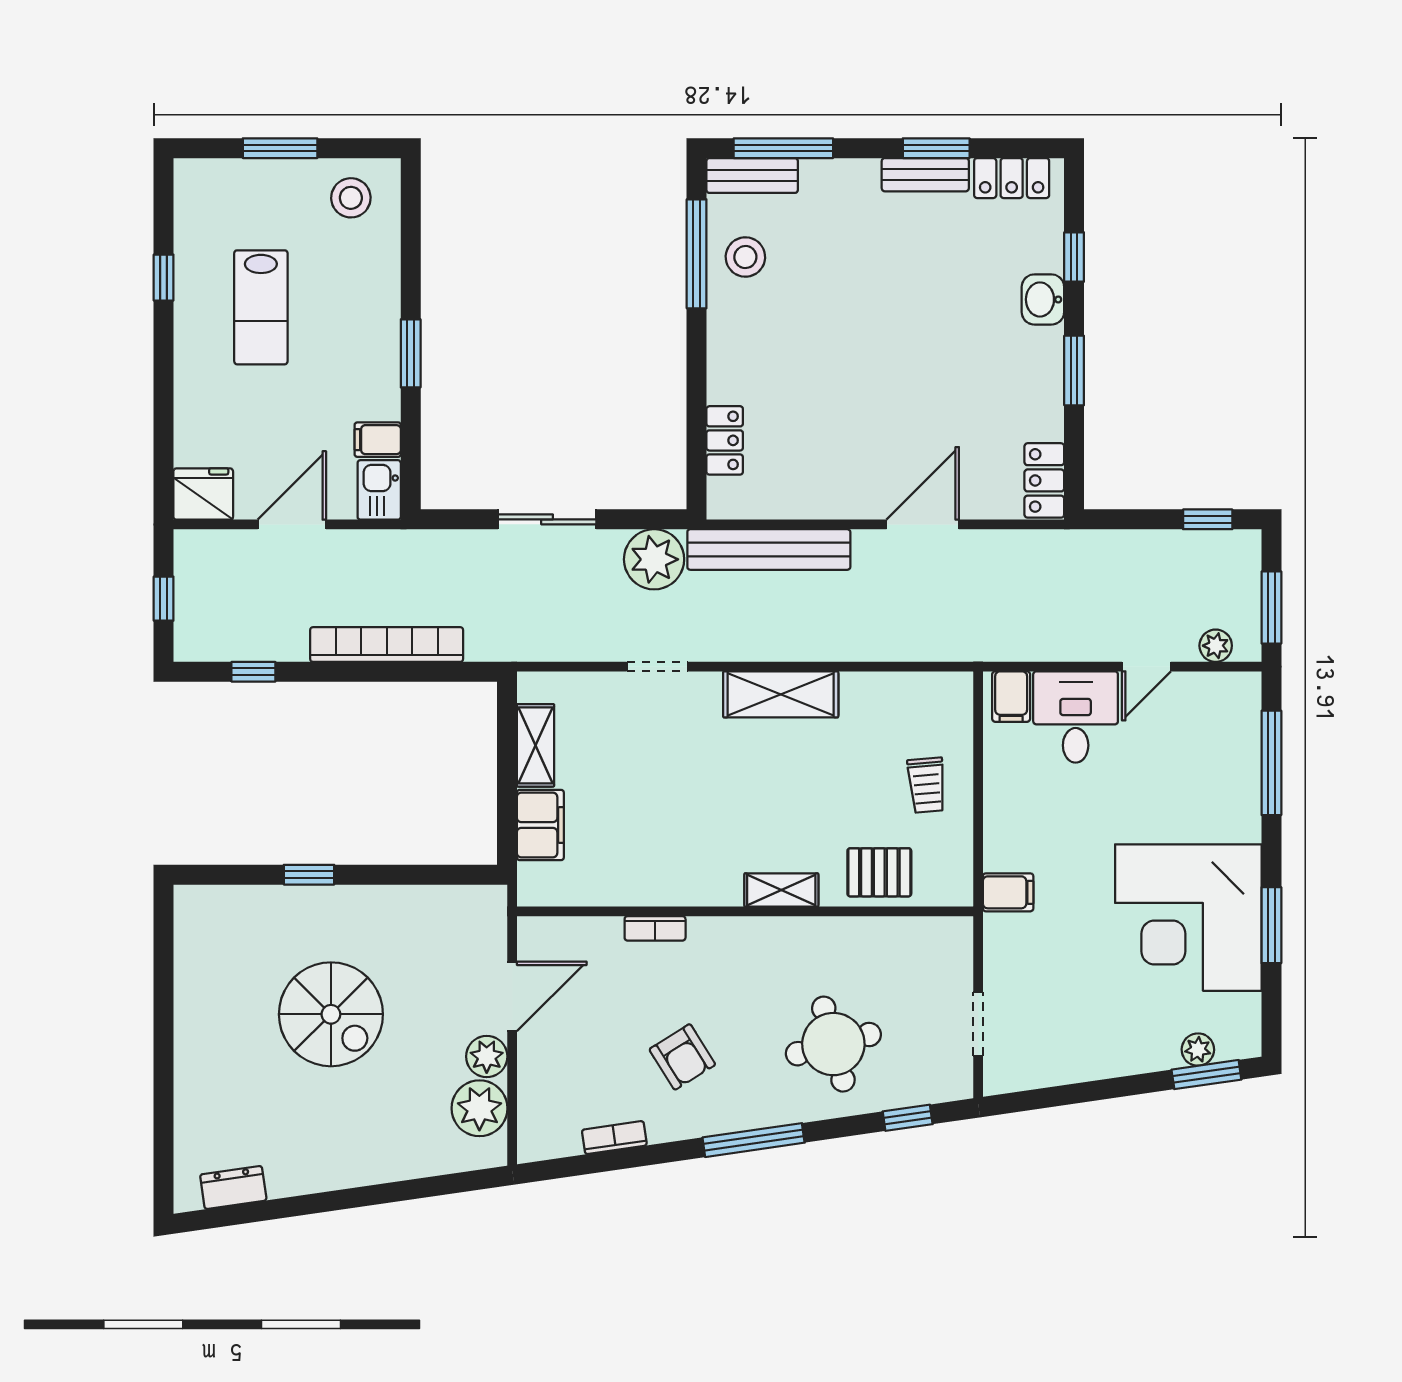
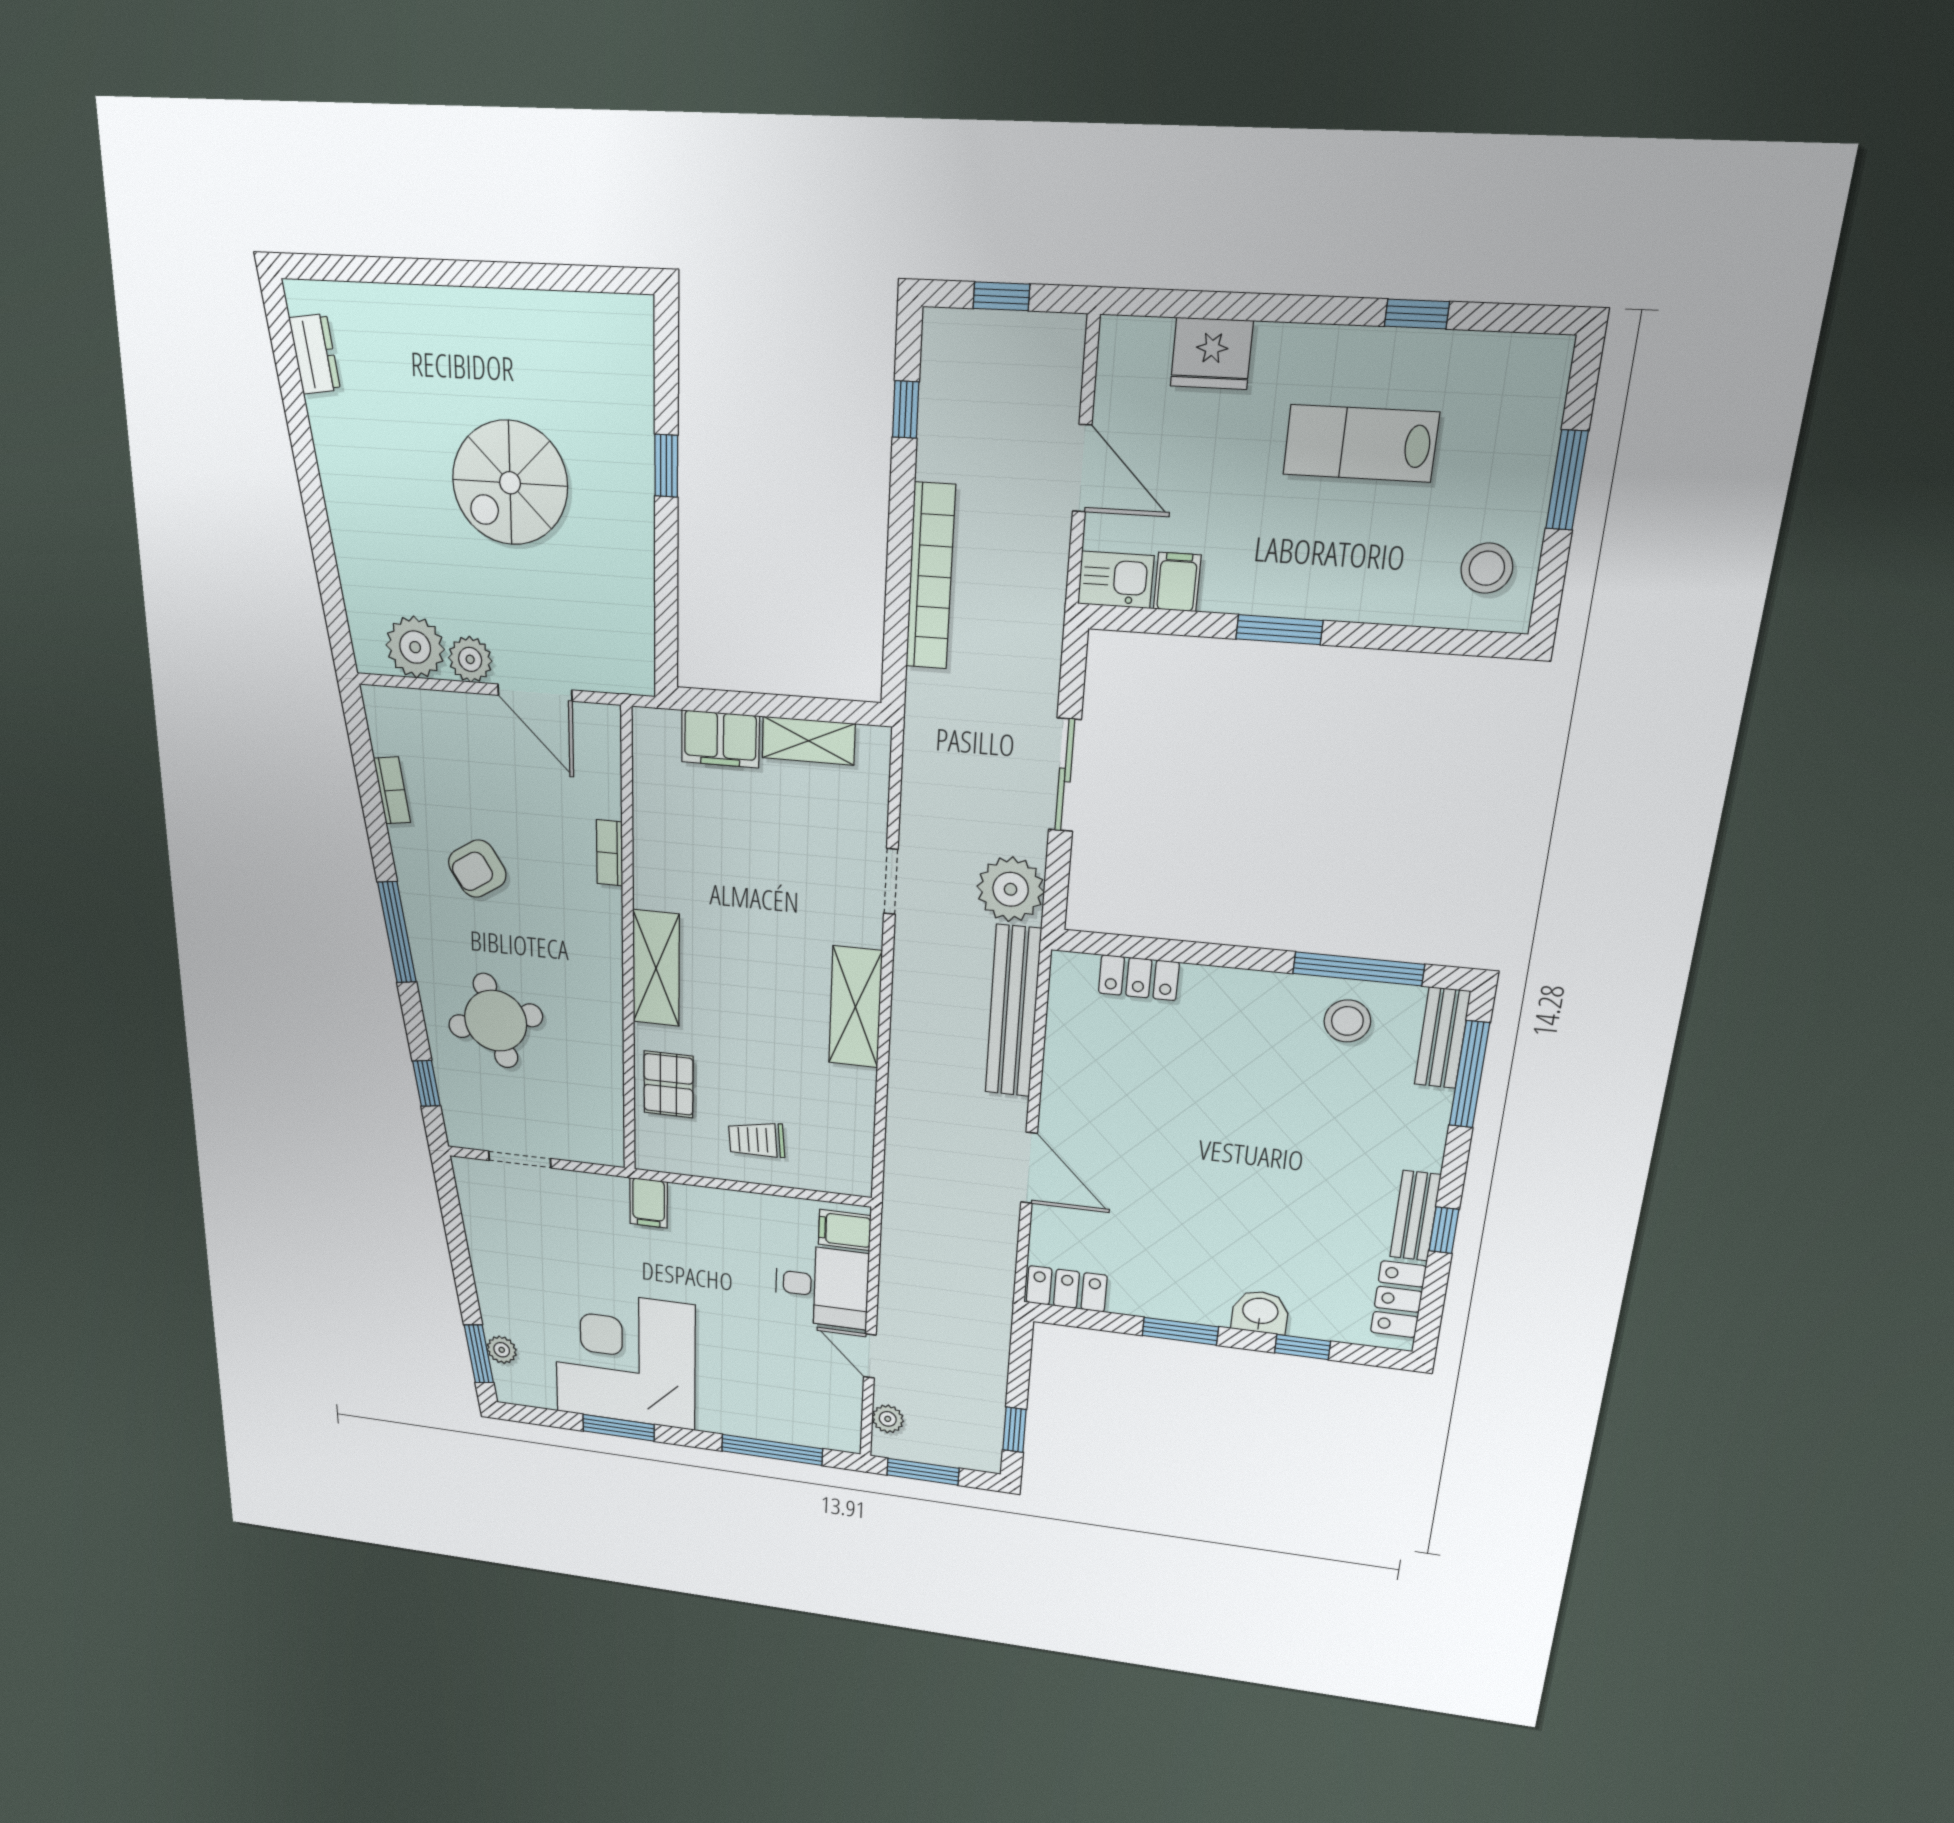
window: (936, 148) -> (1444, 1230), width x0.67
fridge: (203, 494) -> (1212, 353), moved, turned 90
shelving: (781, 890) -> (656, 968), width x1.50, depth x1.33

